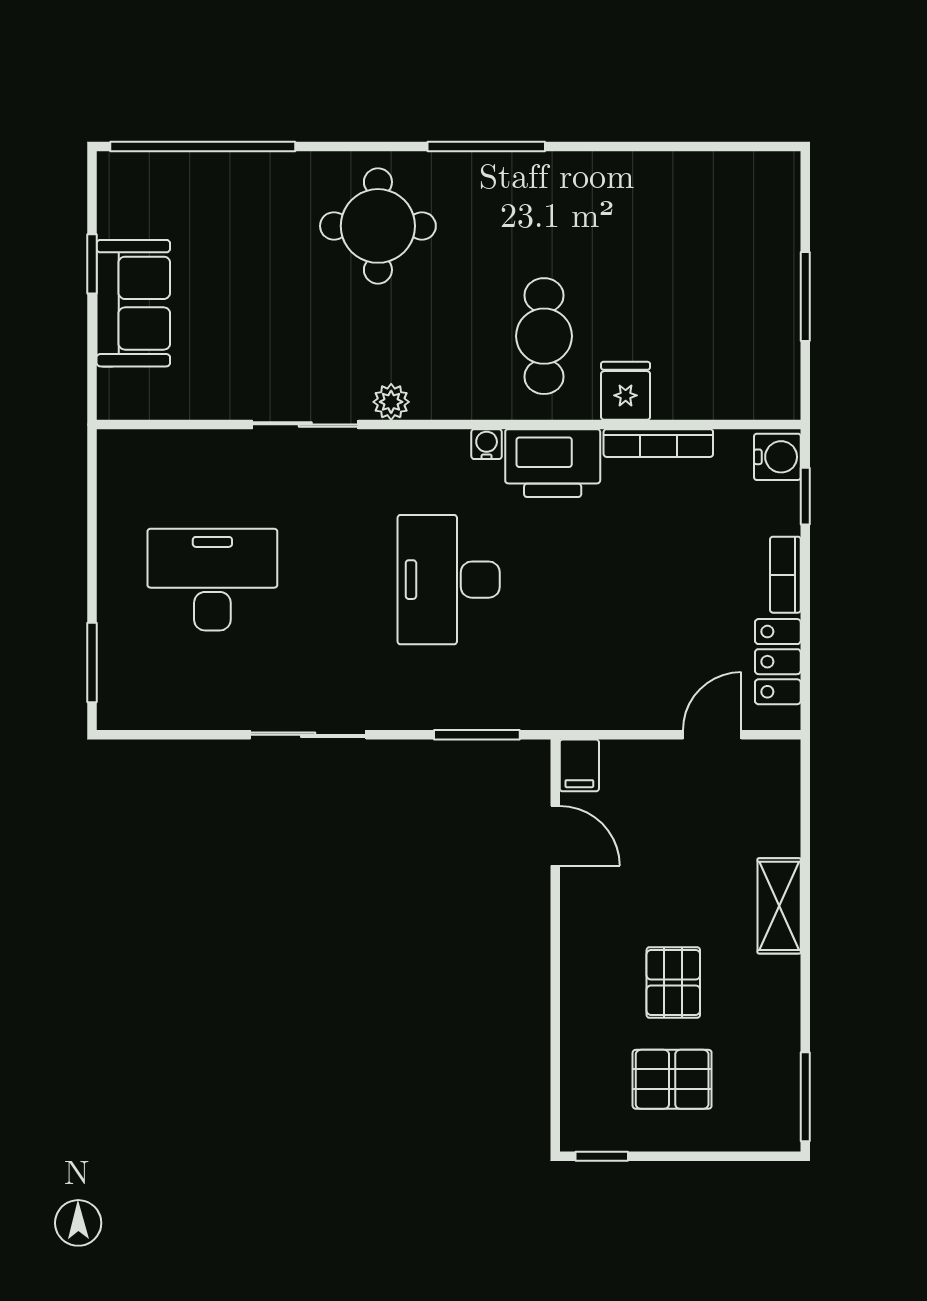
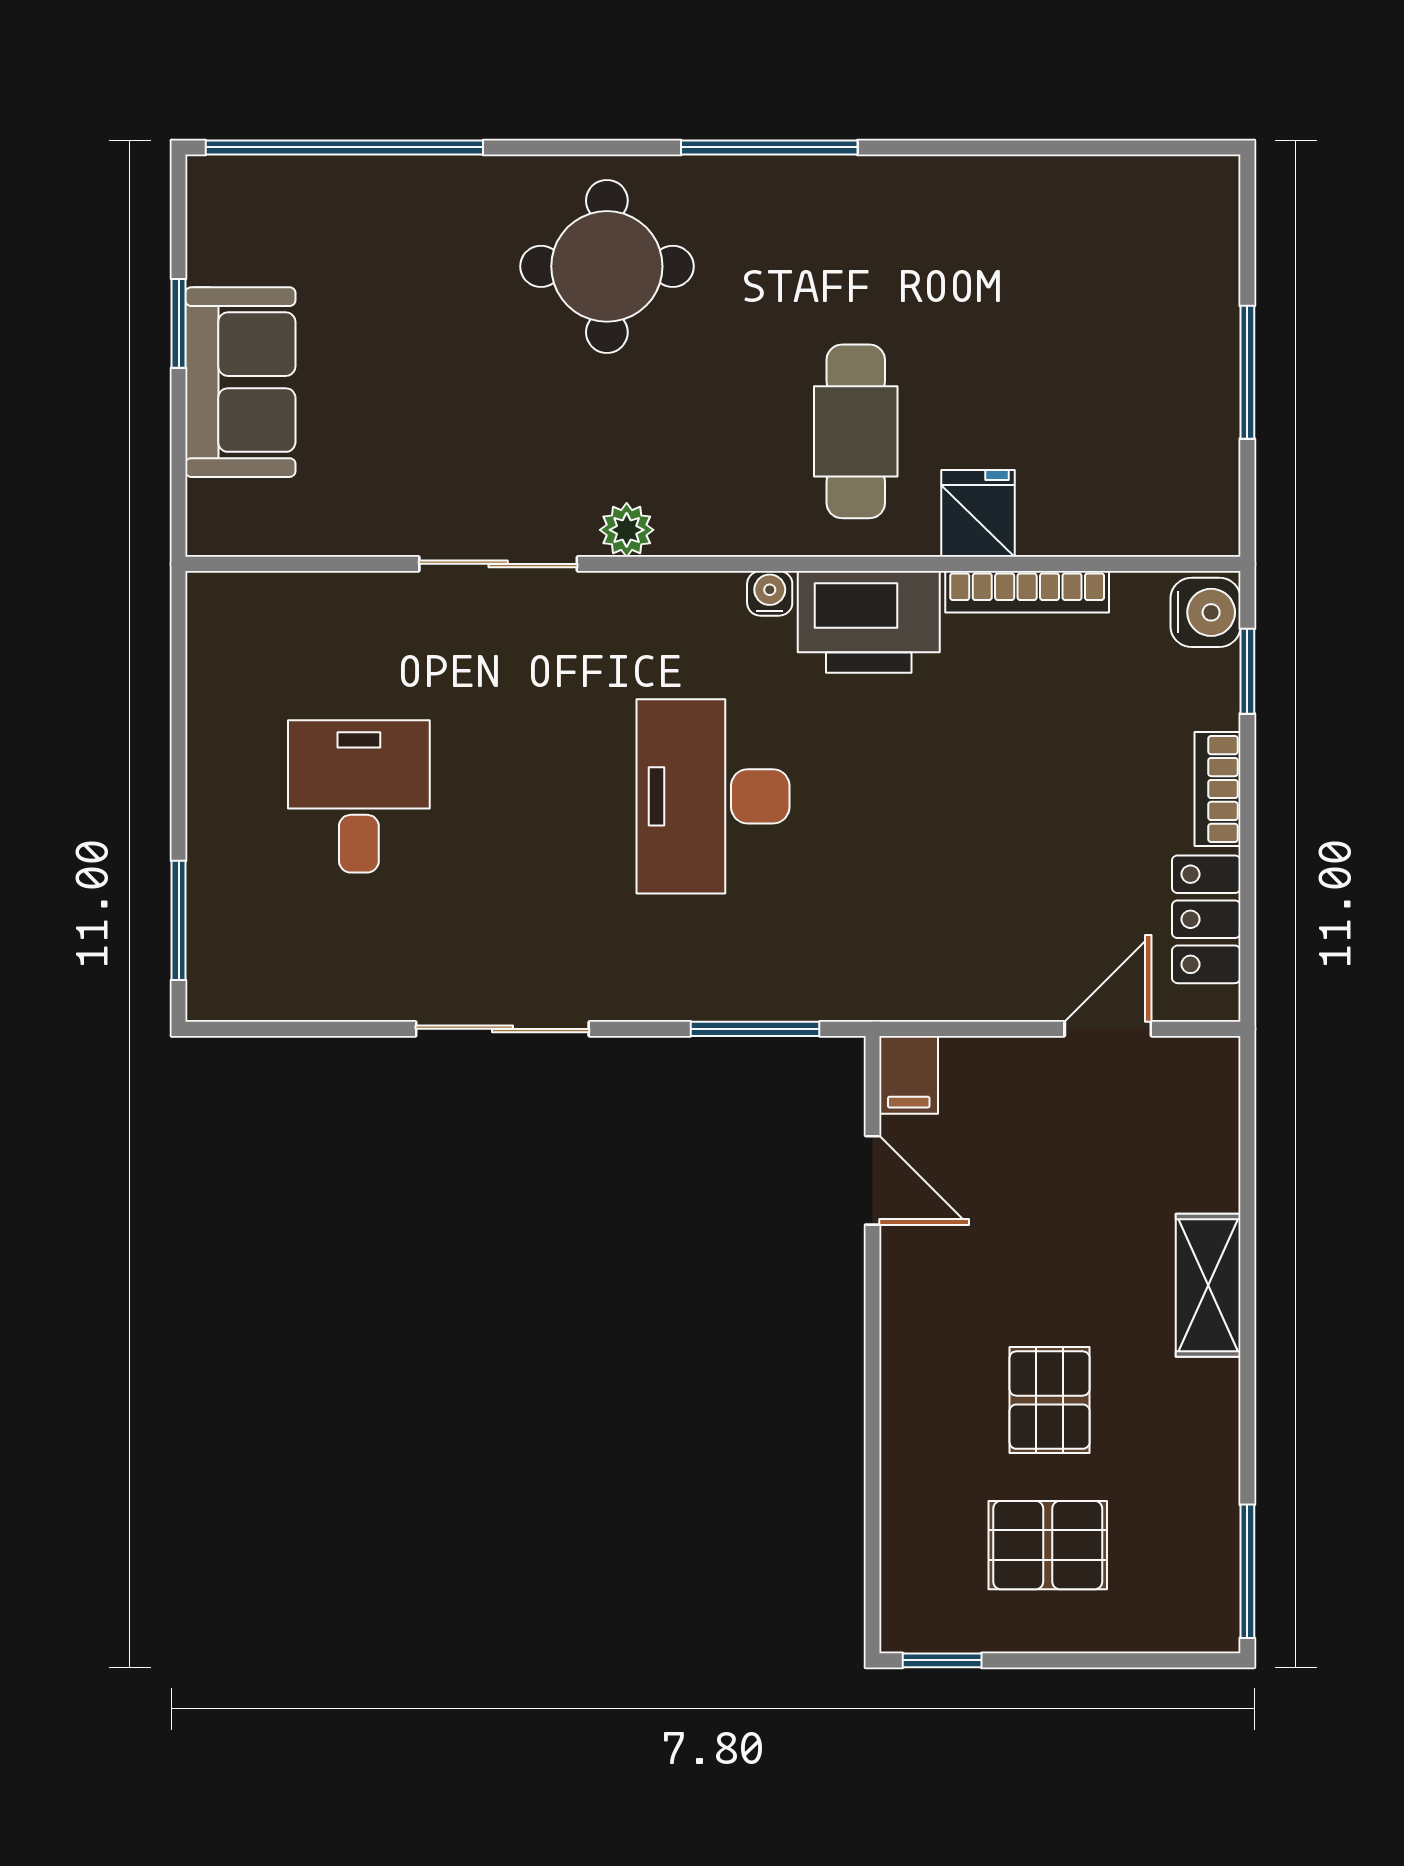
desk: (212, 580) -> (359, 796), width x0.73

